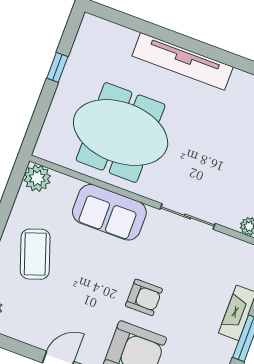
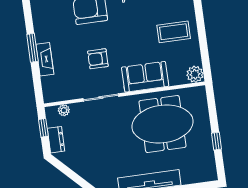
coffee table: (35, 254) -> (174, 32), turned -71
armchair: (144, 297) -> (98, 59), moved

